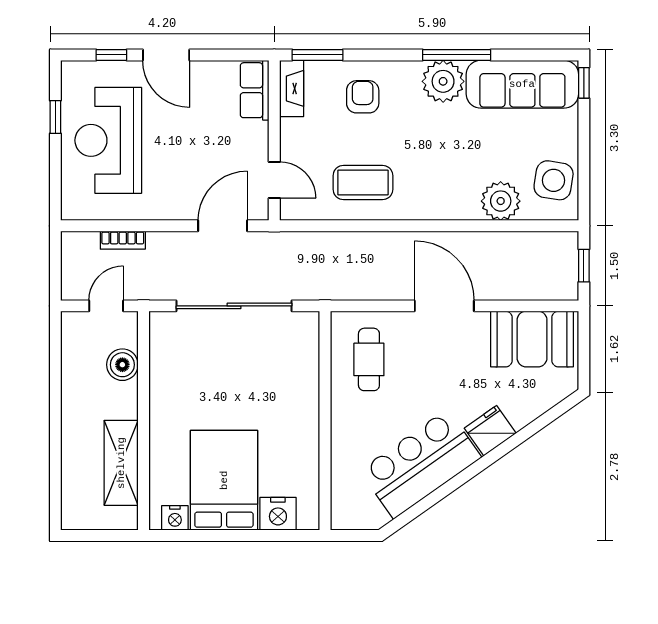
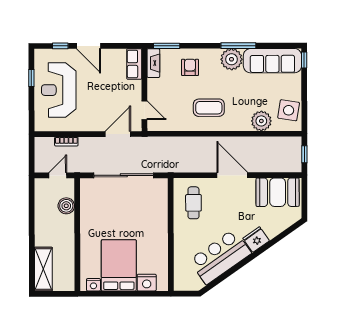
coffee table: (363, 182) -> (209, 108), moved
shelving: (121, 463) -> (43, 269), moved

